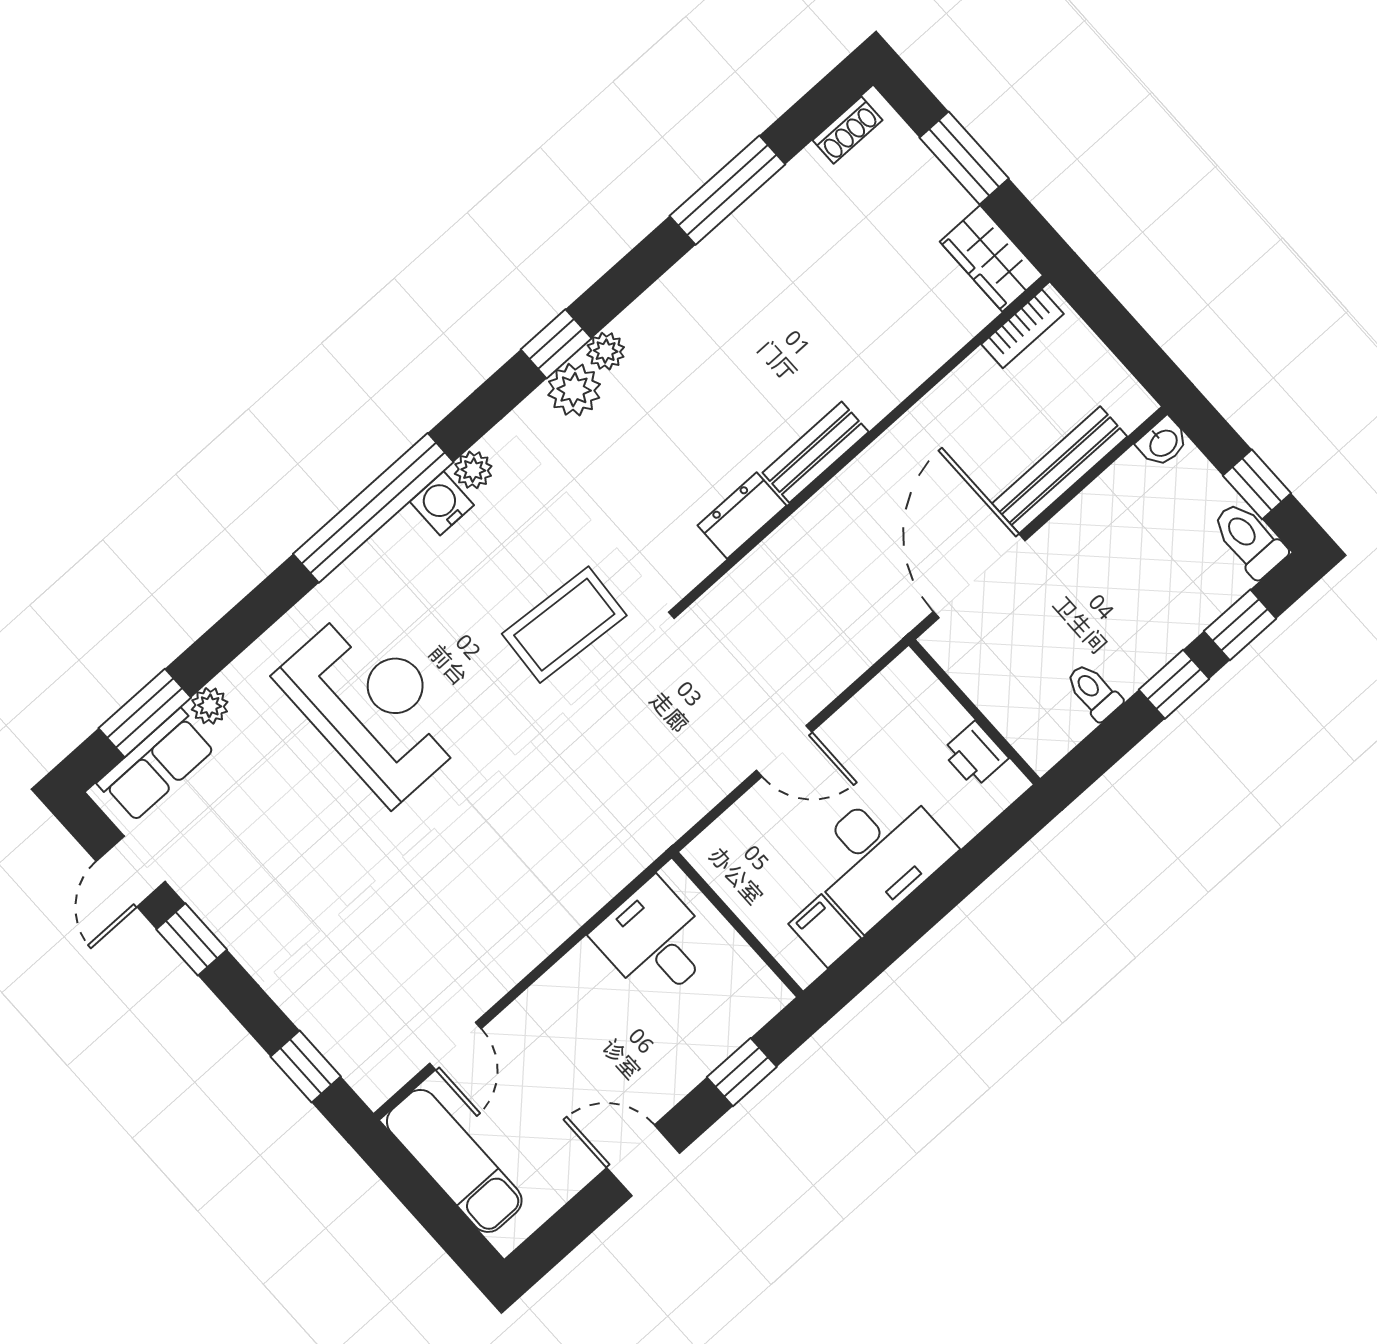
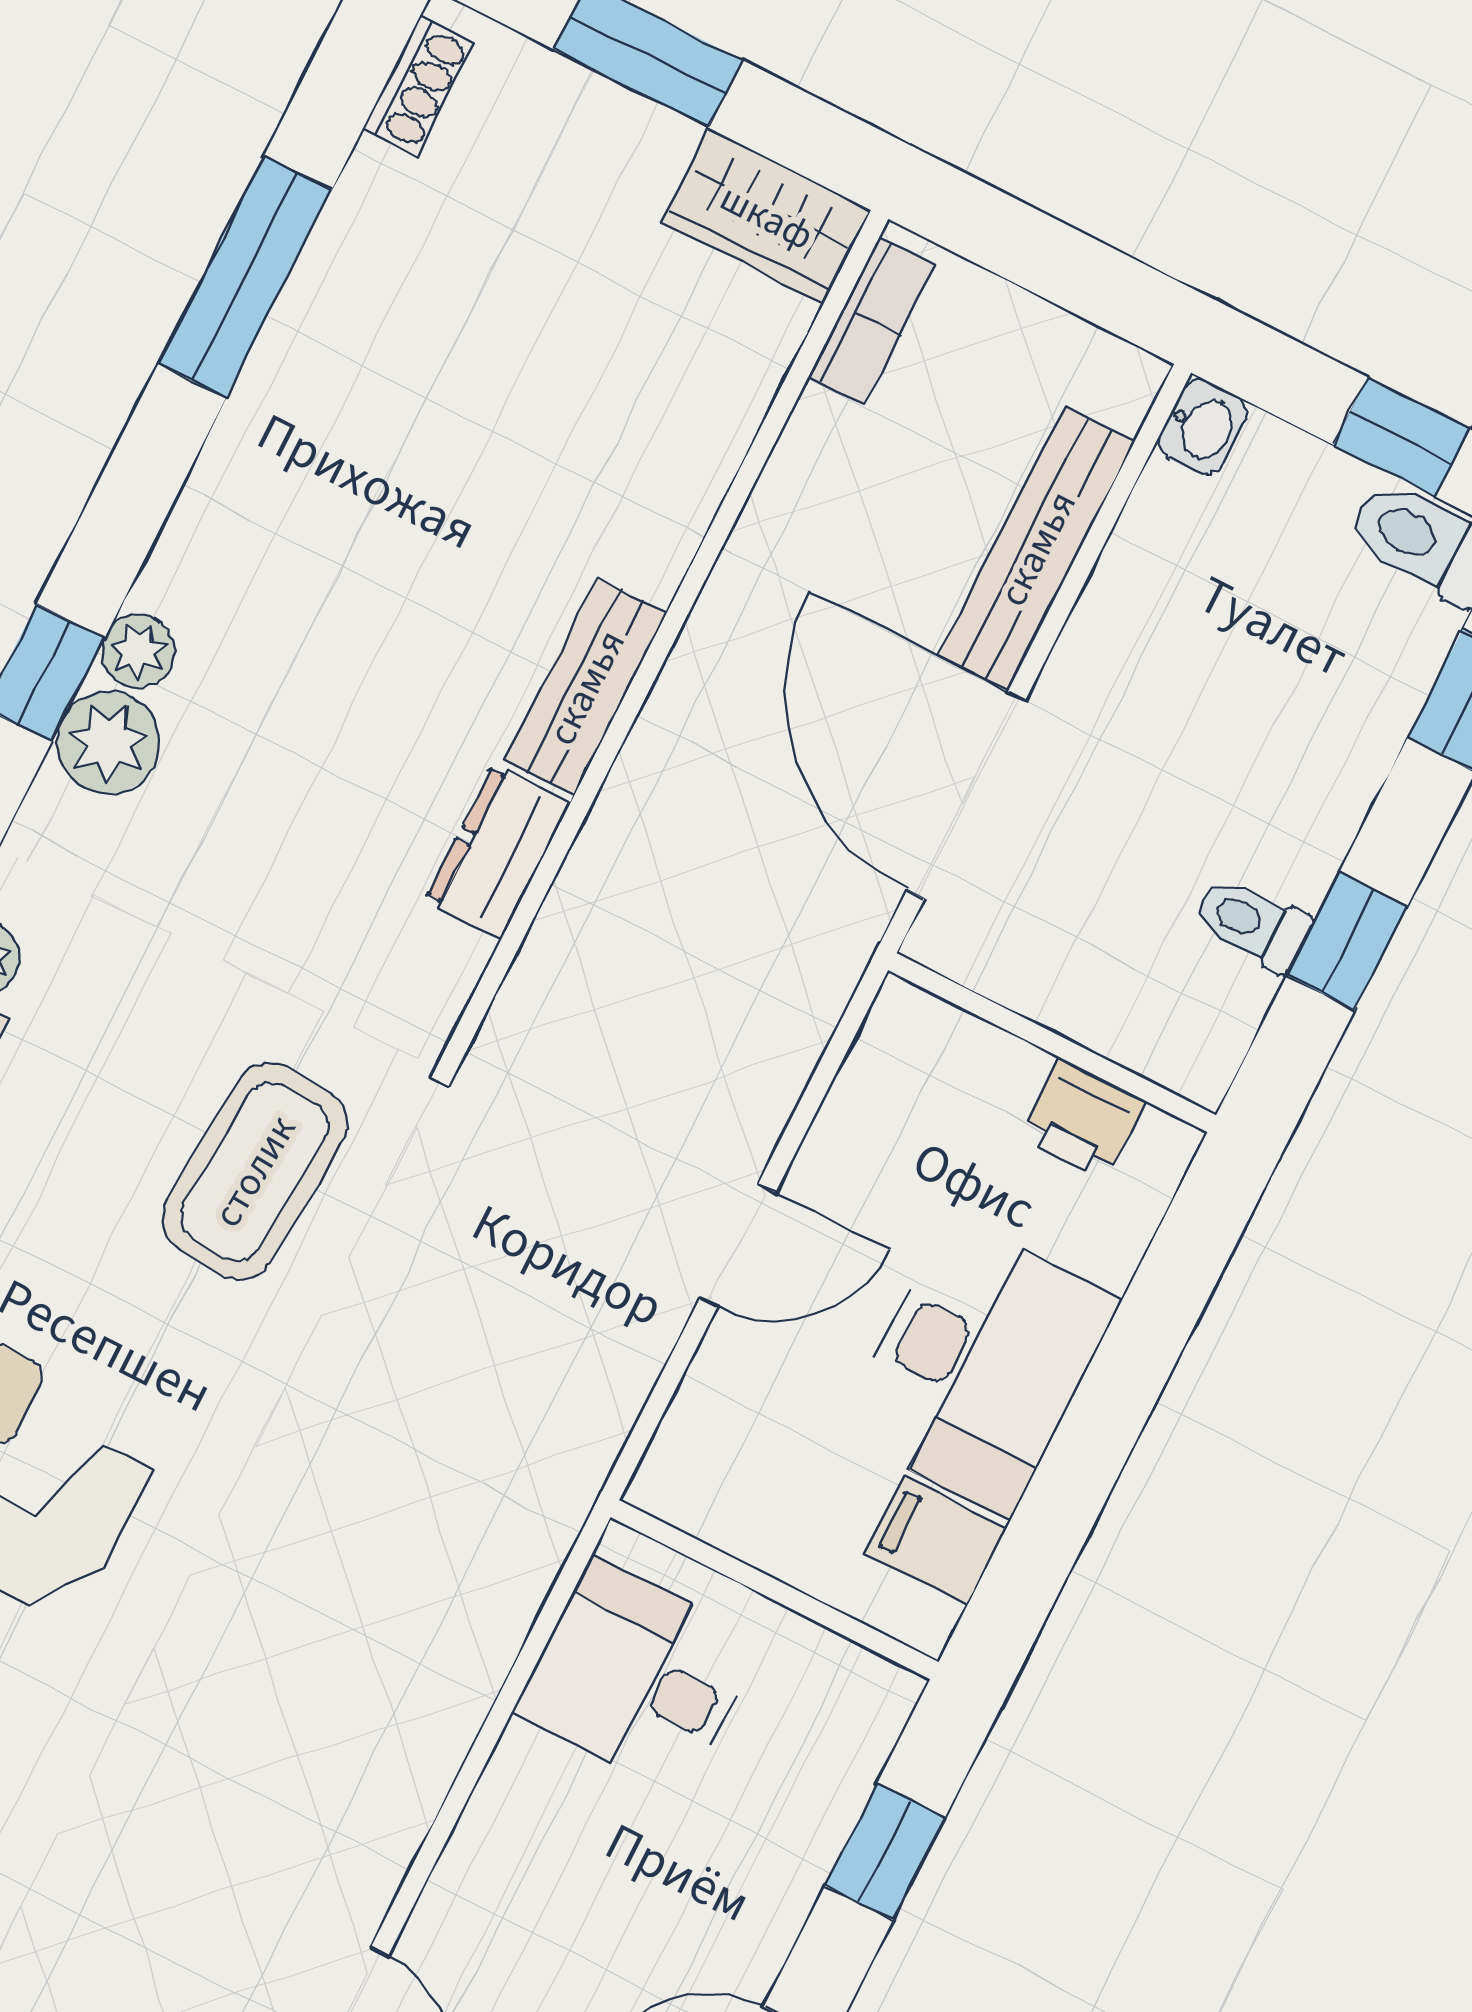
window: (1174, 684) -> (1347, 941), moved

